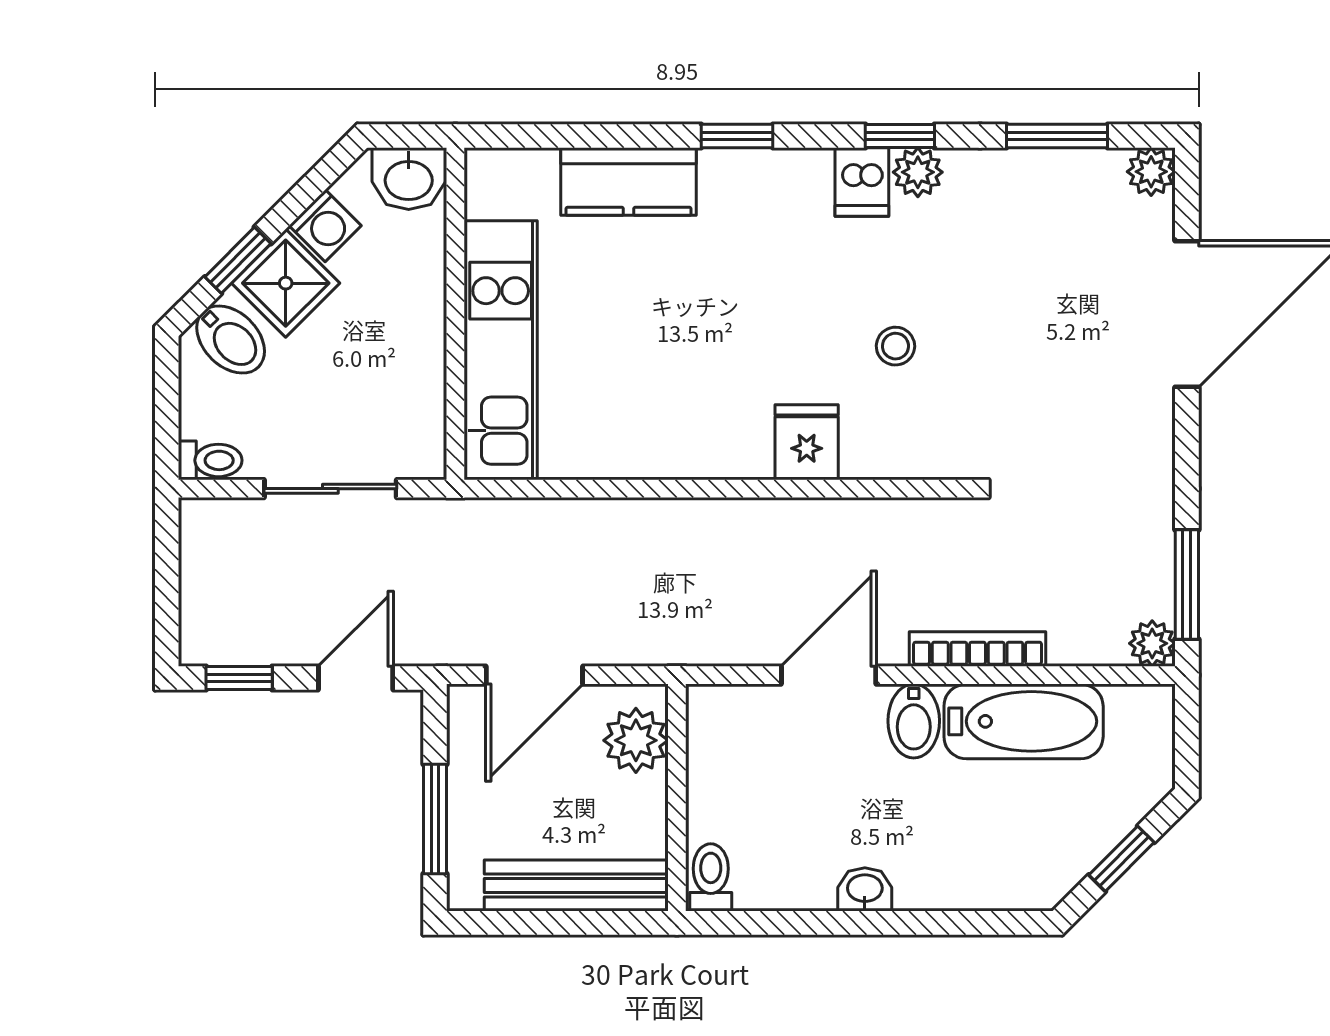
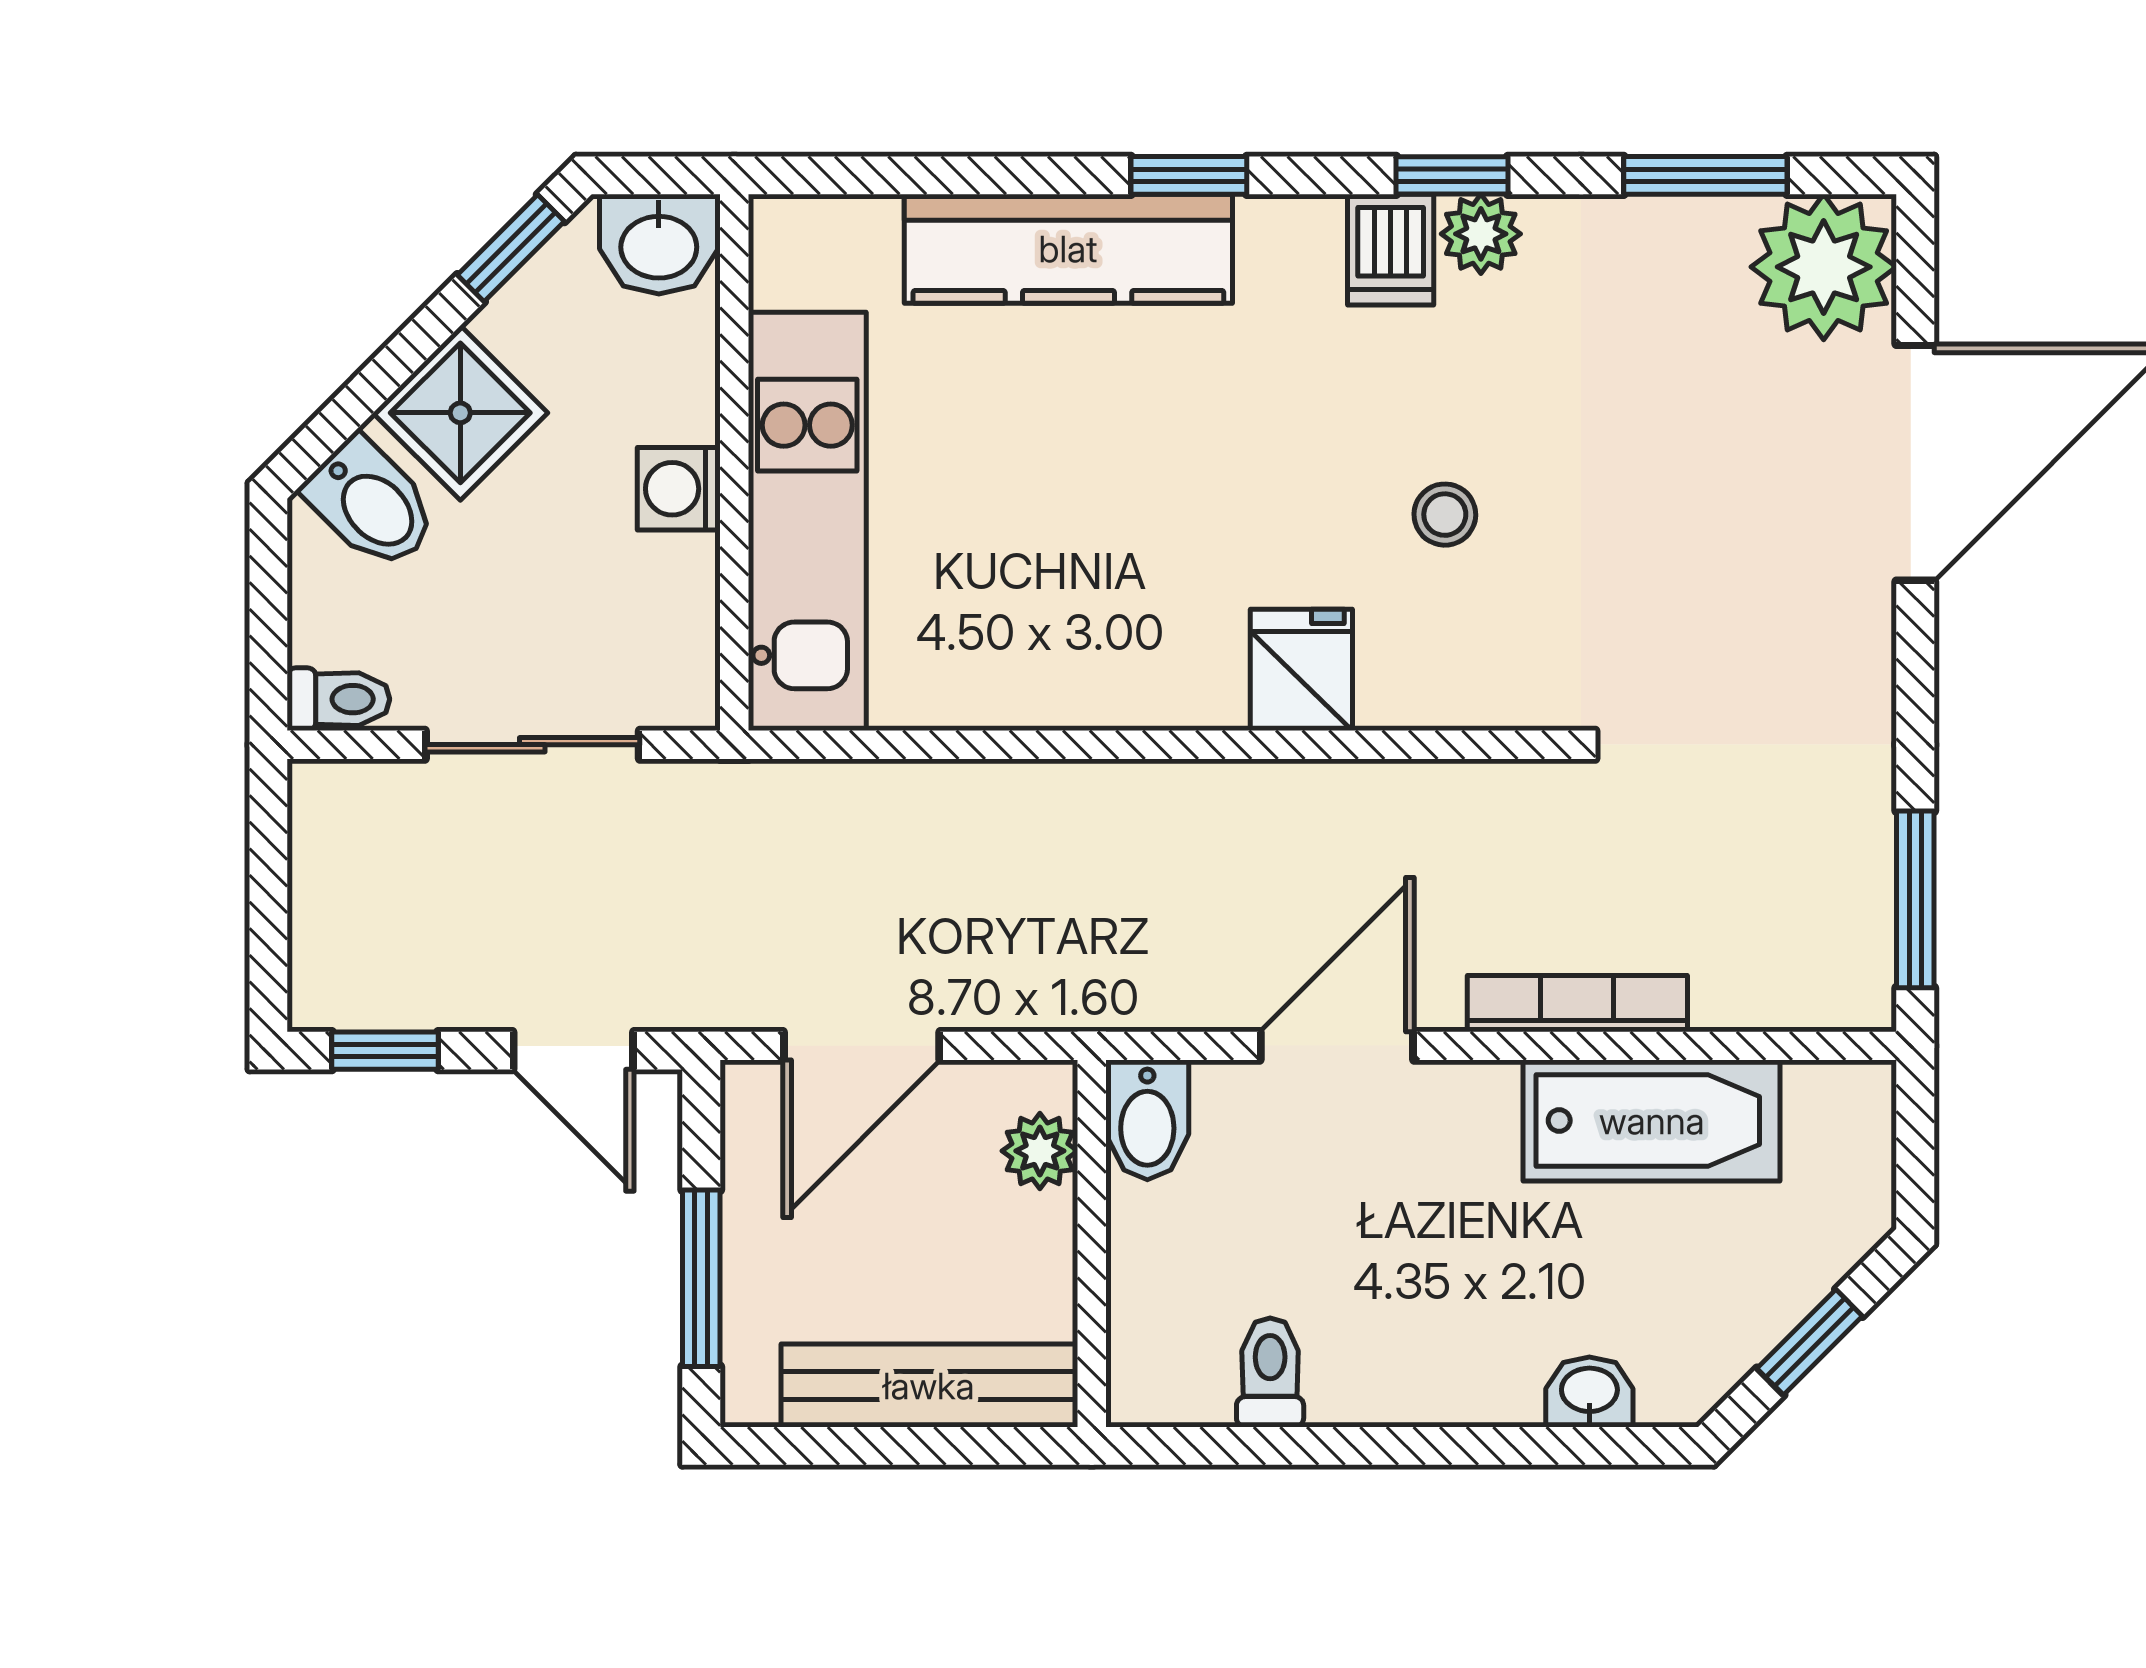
plant: (1151, 172) -> (1824, 267), width x1.87, depth x1.87
kitchen counter: (629, 182) -> (1068, 249), width x1.50
washing machine: (325, 226) -> (679, 489), moved, turned 135
window: (238, 260) -> (511, 248), moved
plant: (1152, 643) -> (1859, 995), removed
door: (356, 678) -> (573, 1051), swing flipped
bidet: (914, 721) -> (1147, 1120), moved
plant: (636, 740) -> (1040, 1151), width x0.73, depth x0.73
toilet: (711, 877) -> (1270, 1372), moved
washbasin: (865, 889) -> (1589, 1392), moved

